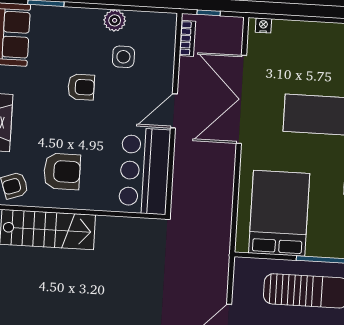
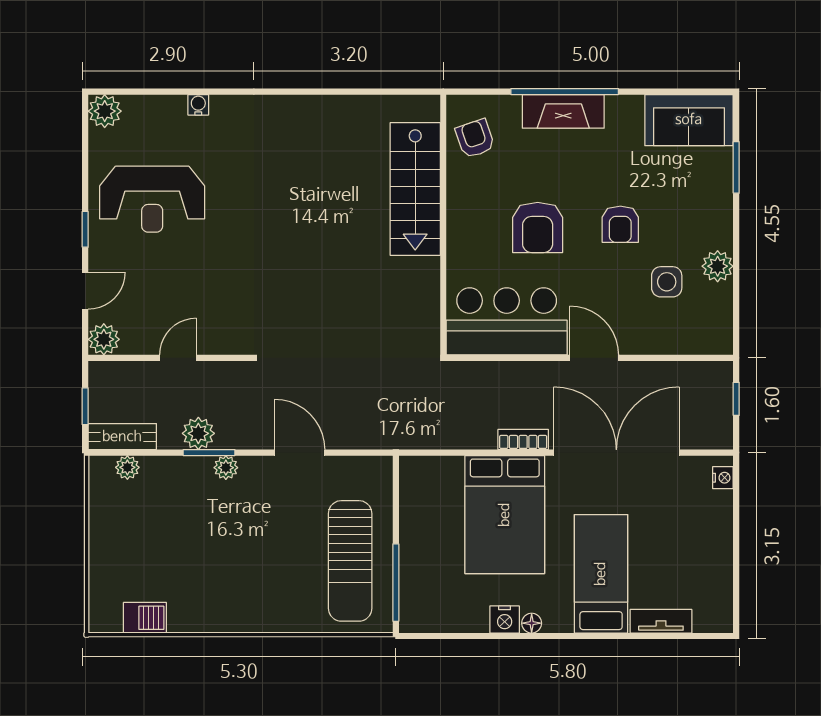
bookcase: (187, 38) -> (523, 440), moved, turned 180
armchair: (62, 171) -> (538, 228), moved
bed: (279, 213) -> (505, 515), moved, turned 90

